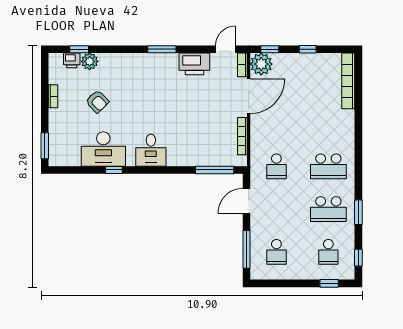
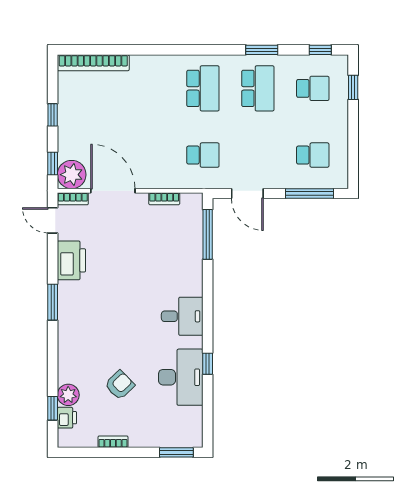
bookcase: (242, 136) -> (164, 199), width x0.64

